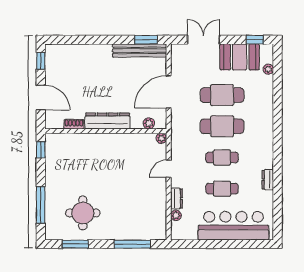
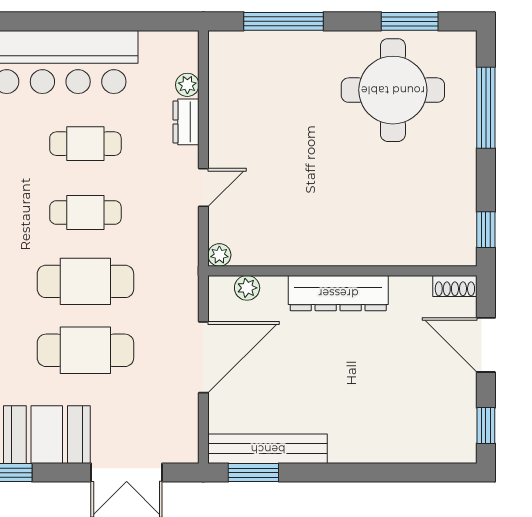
shoe rack: (74, 124) -> (455, 286), moved
round table: (83, 213) -> (393, 90), width x1.36, depth x1.36

